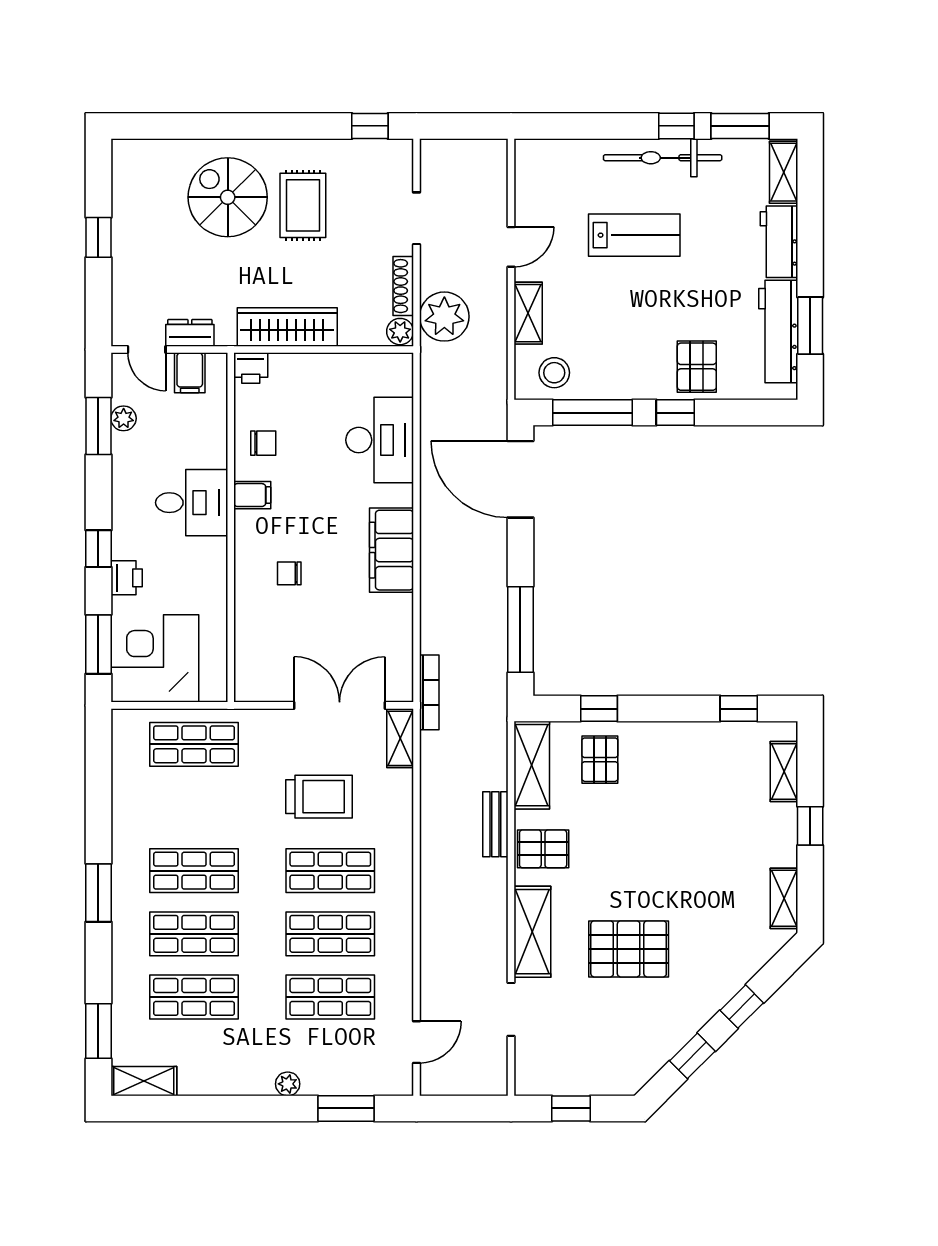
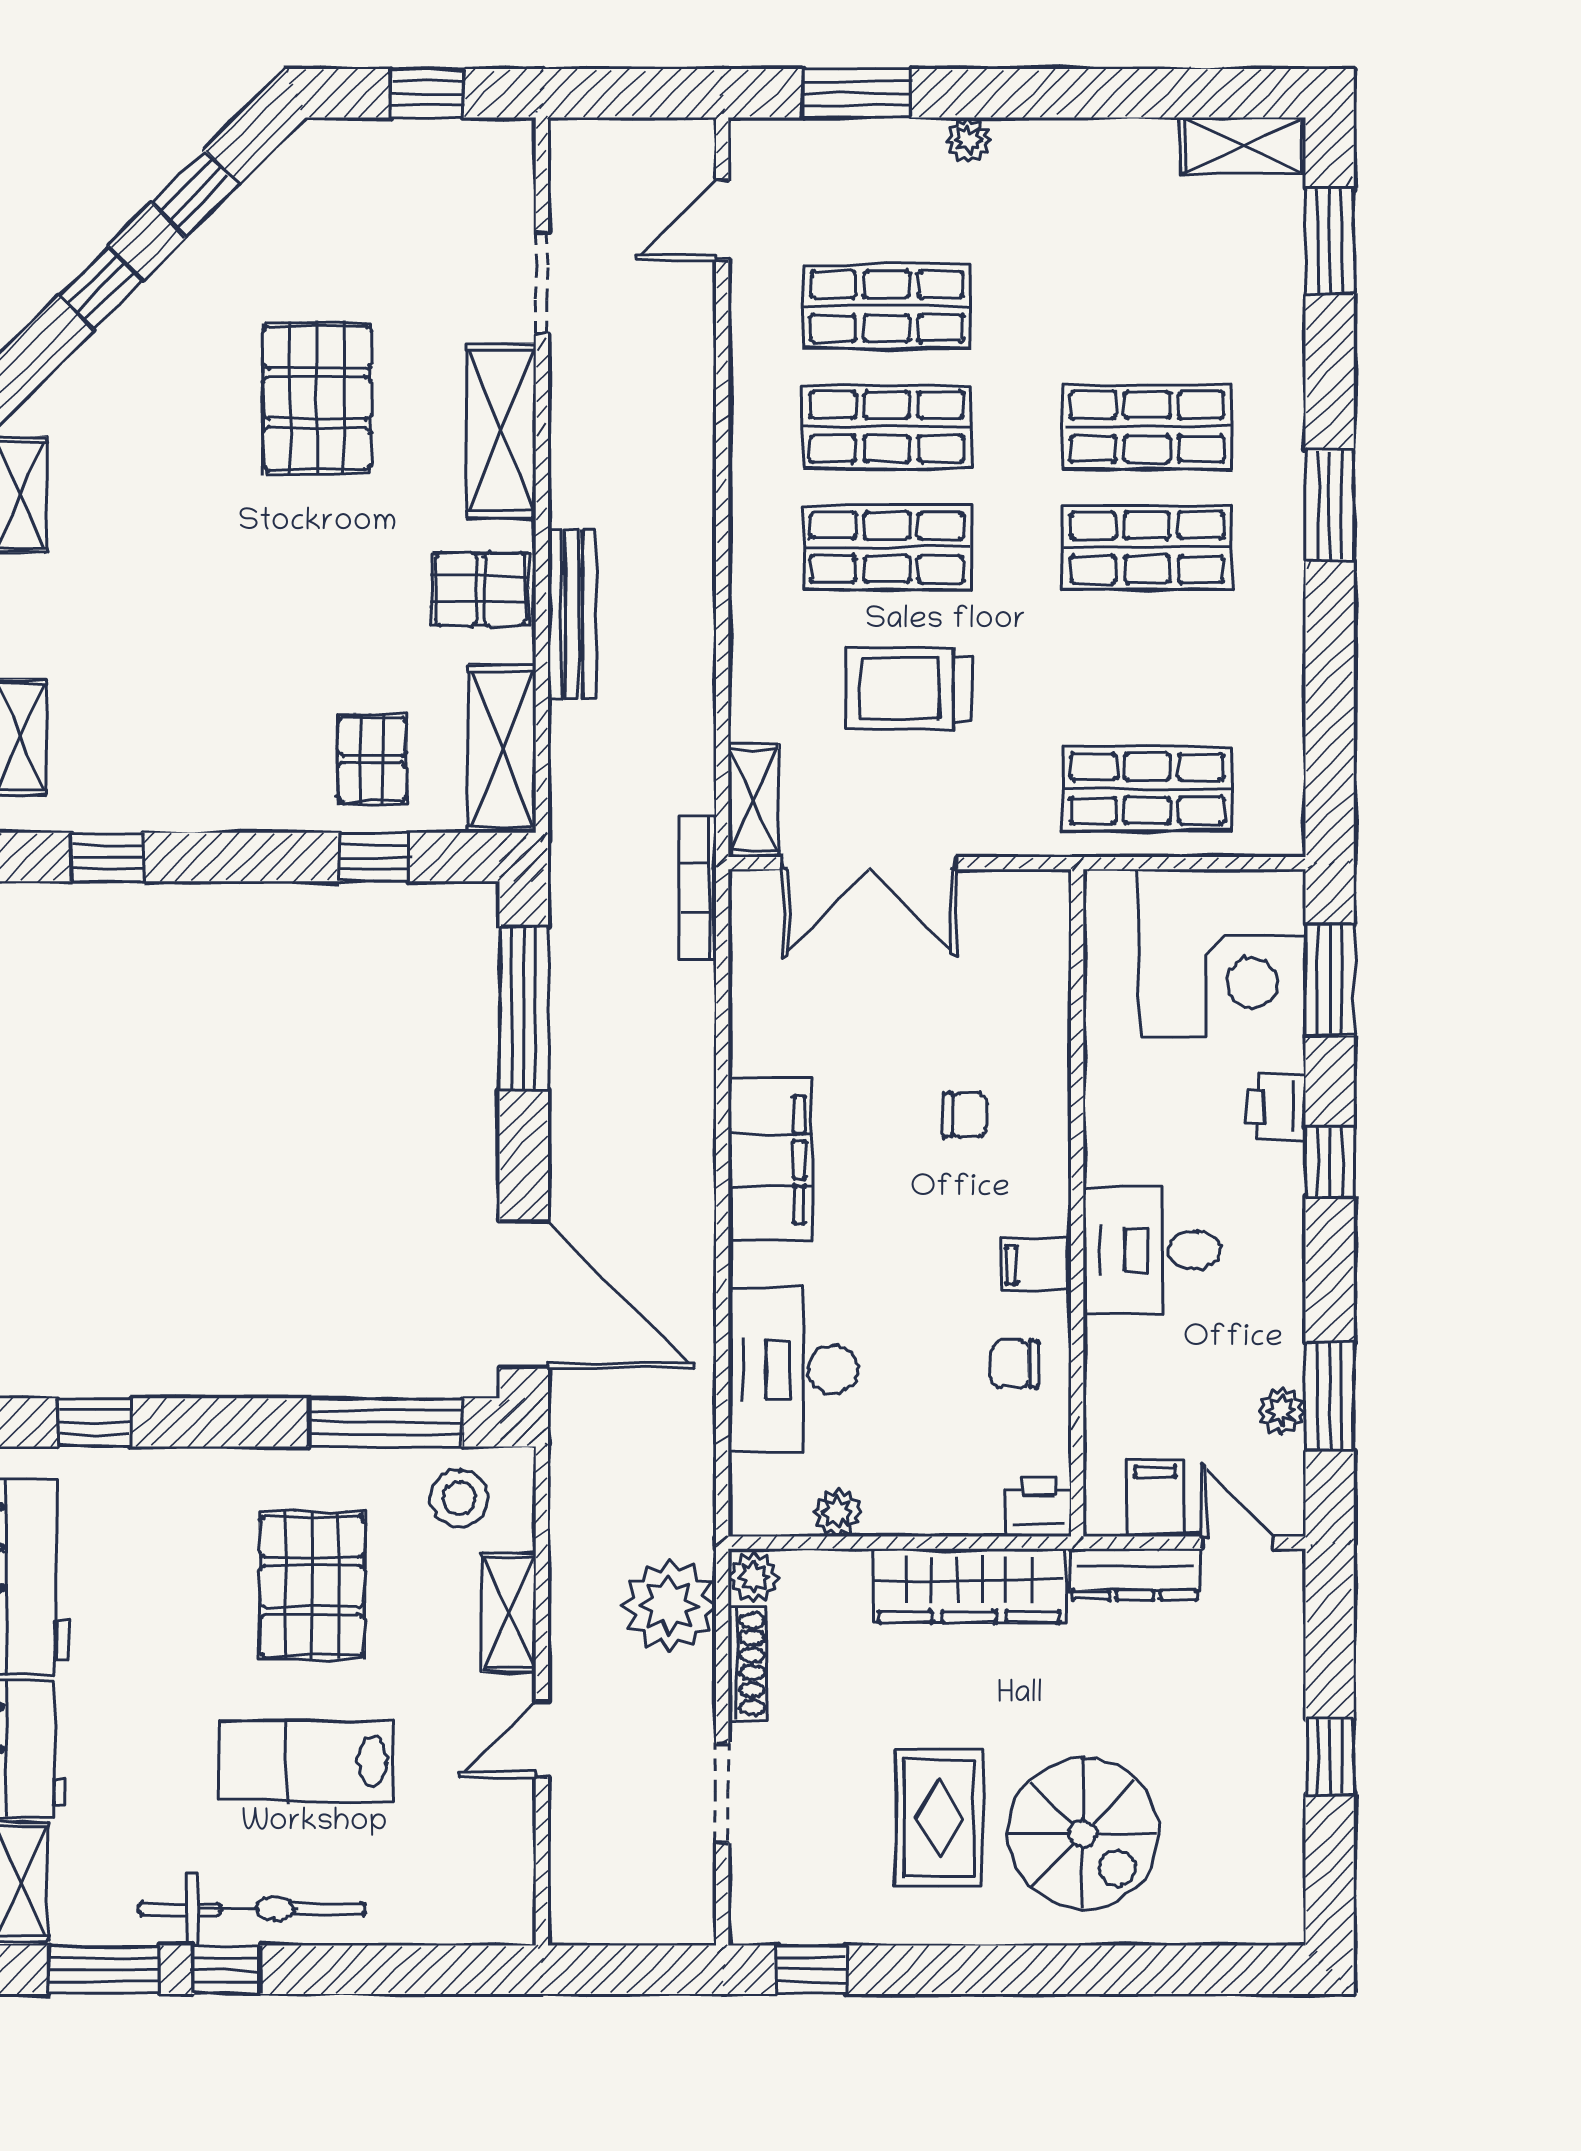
dresser: (190, 333) -> (1135, 1574), width x1.44
plant: (356, 365) -> (838, 1512), added
pallet: (697, 367) -> (312, 1586), moved, width x1.50, depth x1.42
window: (675, 413) -> (95, 1422), moved
bench: (495, 824) -> (572, 613), width x1.36
pallet: (629, 949) -> (317, 398), turned 90
shop shelf: (194, 997) -> (1147, 306), removed

